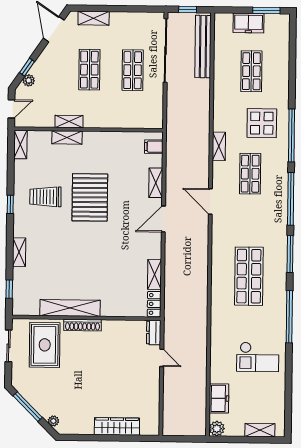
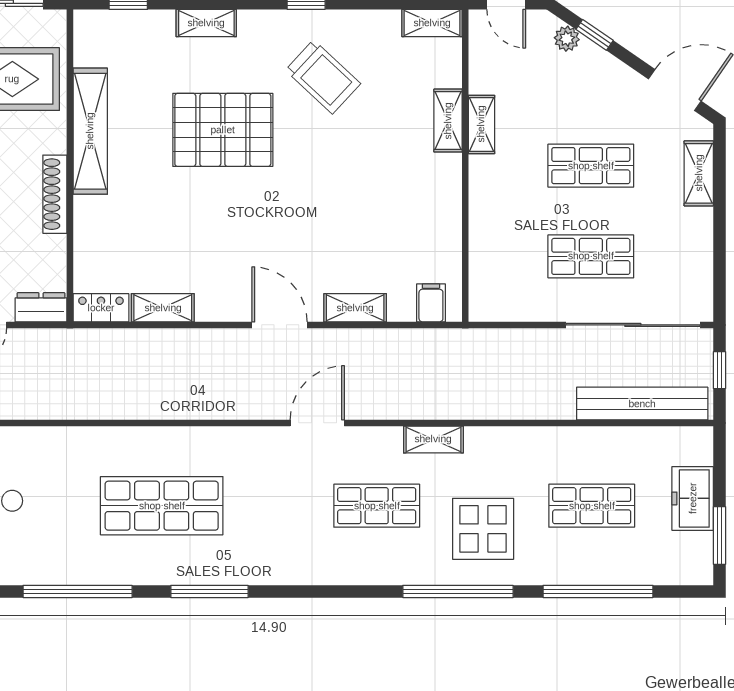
trolley: (45, 197) -> (323, 77), turned 133
pallet: (90, 197) -> (223, 130), moved
window: (291, 199) -> (598, 591), moved
shoe rack: (83, 325) -> (55, 194), moved

